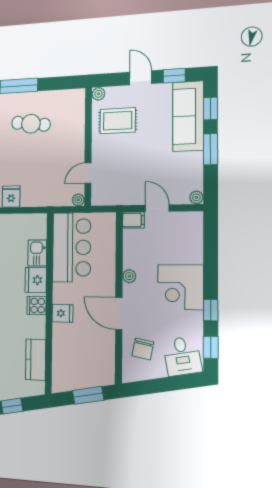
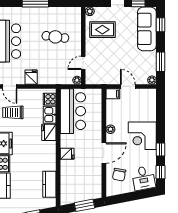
cafe table: (31, 124) -> (55, 37), moved
window: (211, 149) -> (161, 62), moved
cooker: (37, 306) -> (50, 99), moved
door: (119, 314) -> (104, 153), swing flipped

